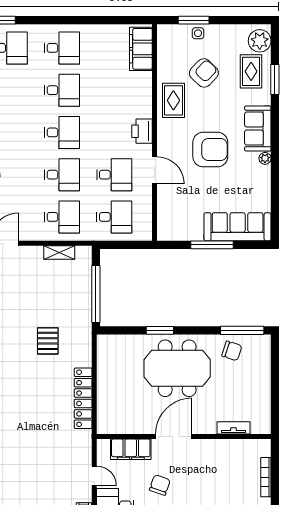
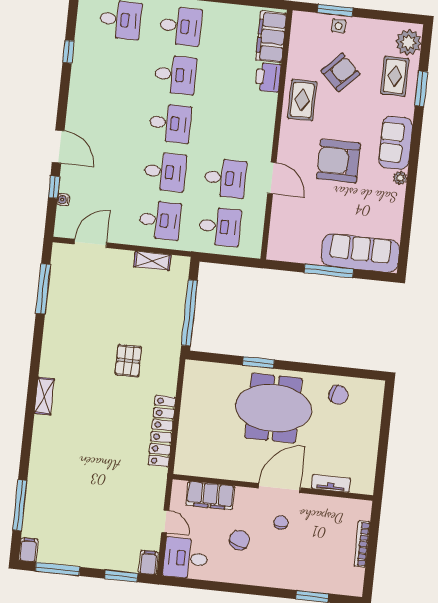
printer: (142, 131) -> (268, 77), moved
armchair: (210, 150) -> (338, 161), turned 180
window: (242, 330) -> (353, 373), removed
door: (174, 436) -> (279, 488), moved
chair: (194, 466) -> (281, 522), added

